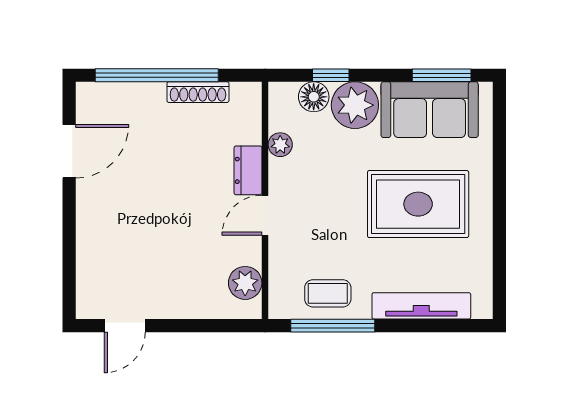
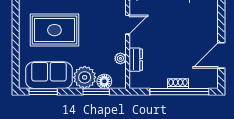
window: (331, 75) -> (96, 92), width x1.50
shoe rack: (198, 92) -> (178, 84), moved, width x0.70
dresser: (248, 170) -> (136, 60), moved

